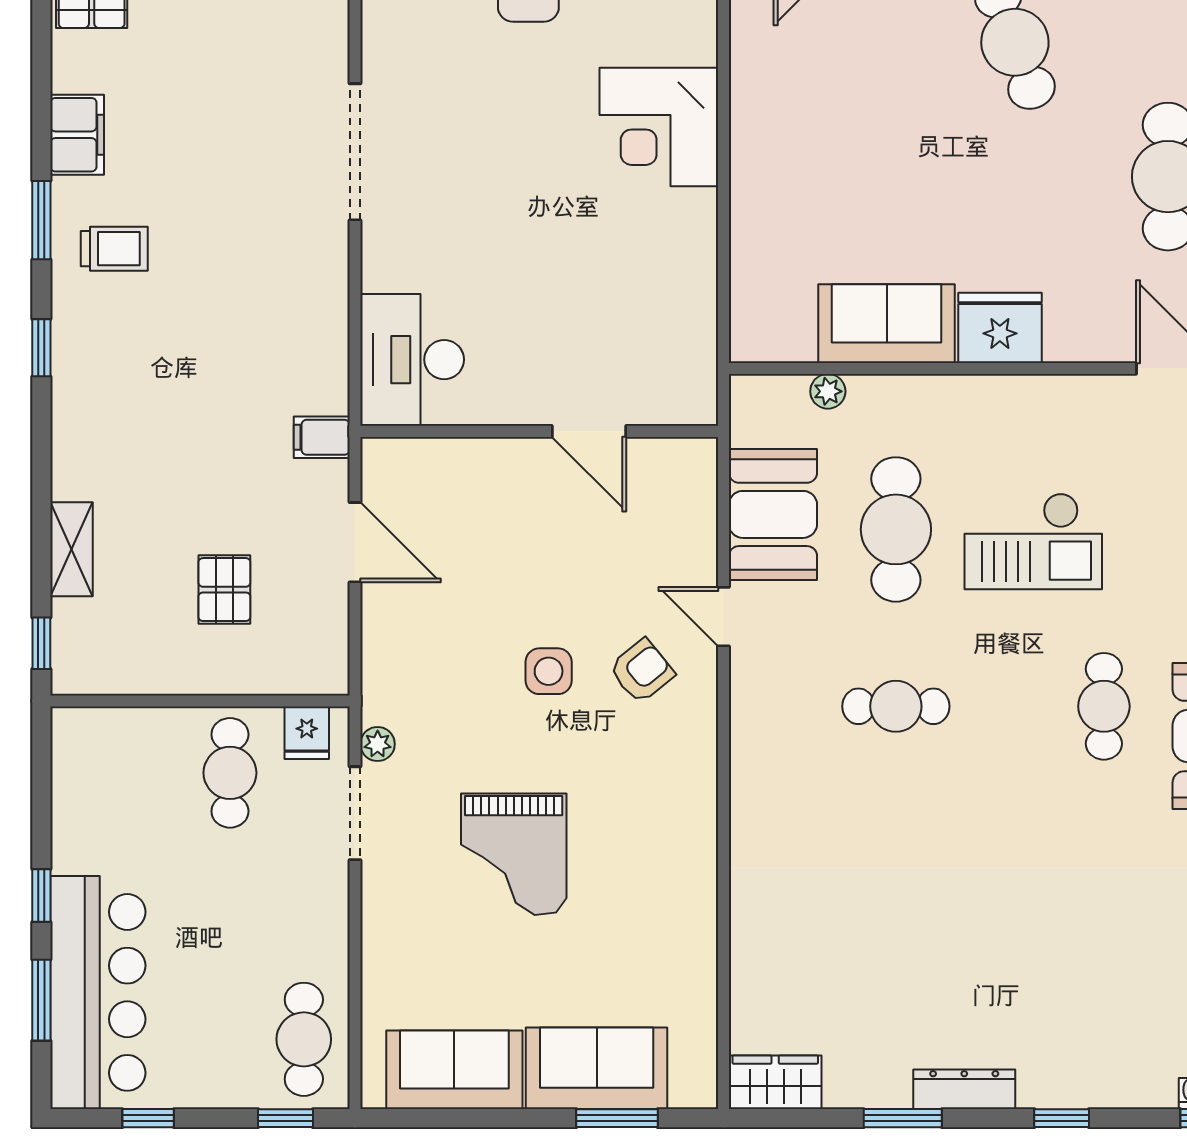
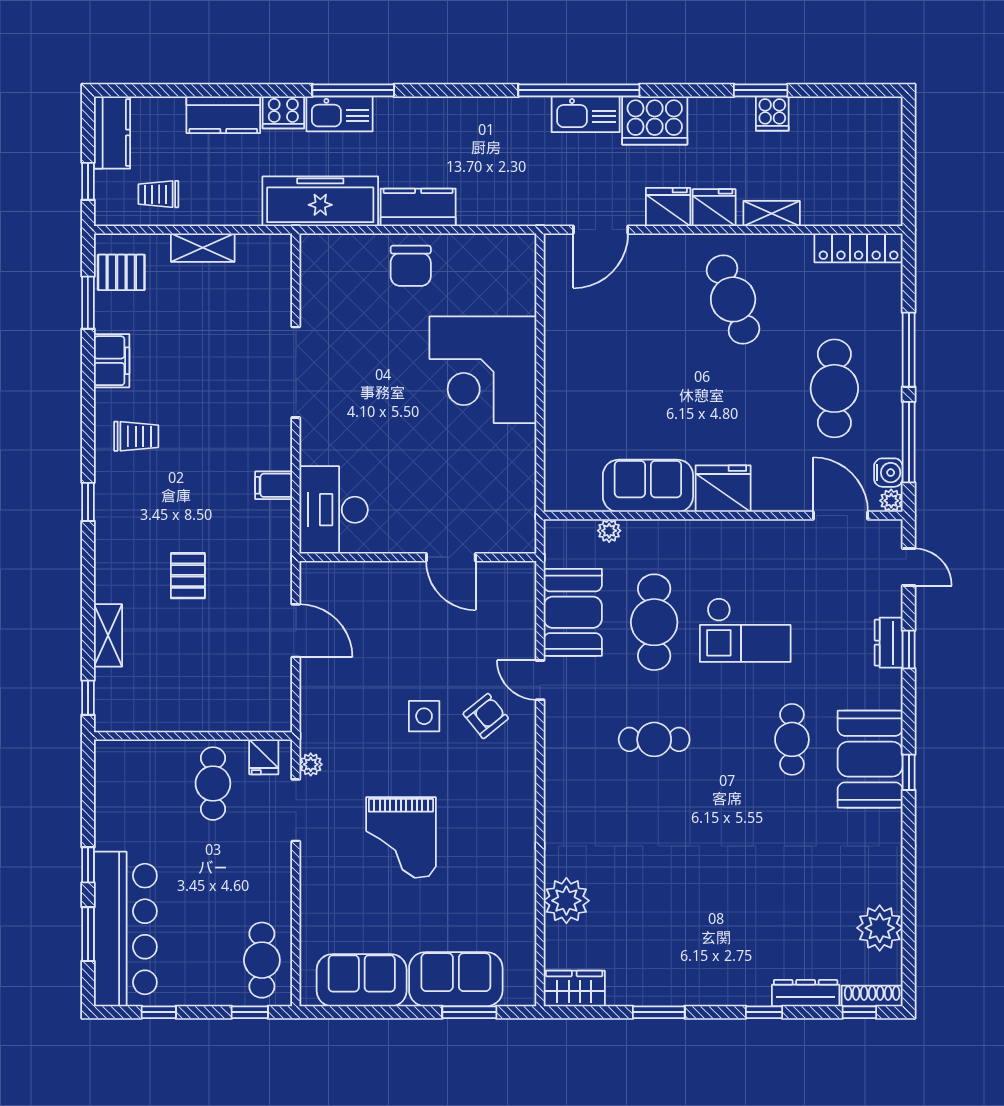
corner desk: (659, 127) -> (483, 370), width x1.36, depth x1.36
window: (41, 220) -> (88, 303), moved
filing cabinet: (322, 437) -> (274, 485), moved
pallet: (224, 590) -> (188, 576), moved
plant: (763, 950) -> (566, 901), added
dresser: (964, 1089) -> (806, 993), moved

